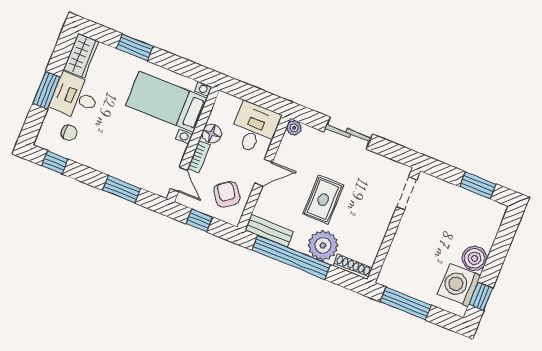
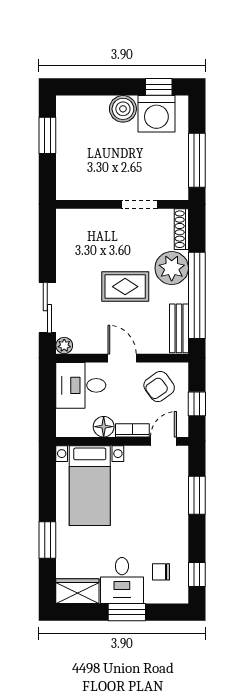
chair: (69, 133) -> (161, 572), turned -90
sliding door: (348, 133) -> (47, 308), moved
doorway: (407, 193) -> (139, 204), moved

